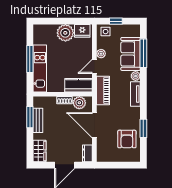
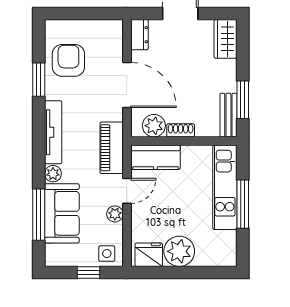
tv unit: (135, 94) -> (53, 132), width x1.41
bench: (38, 120) -> (228, 115), moved

